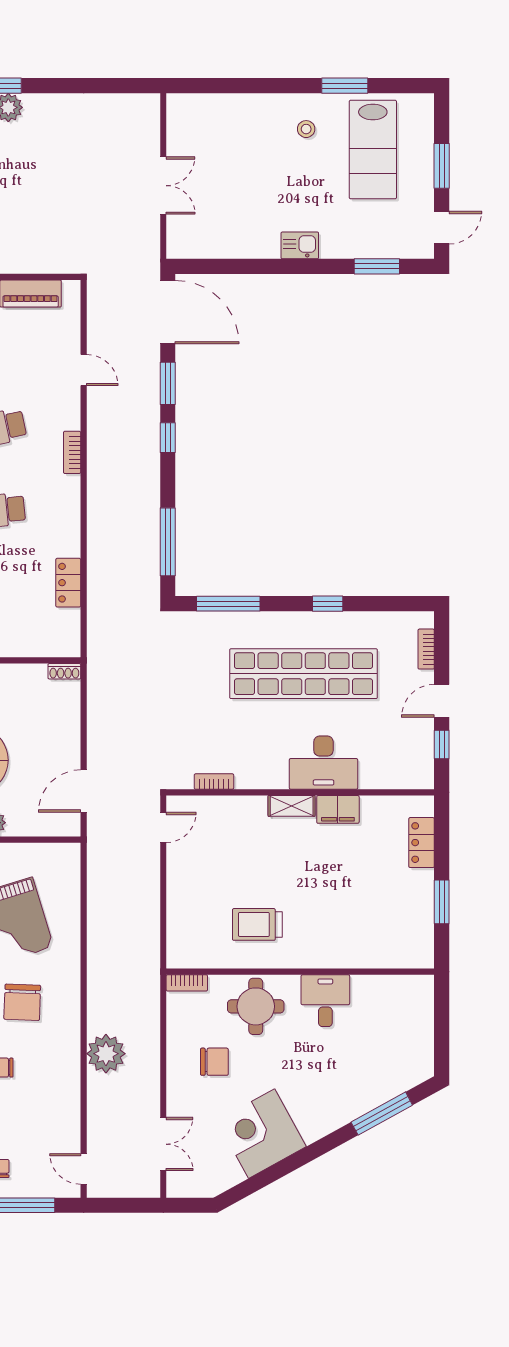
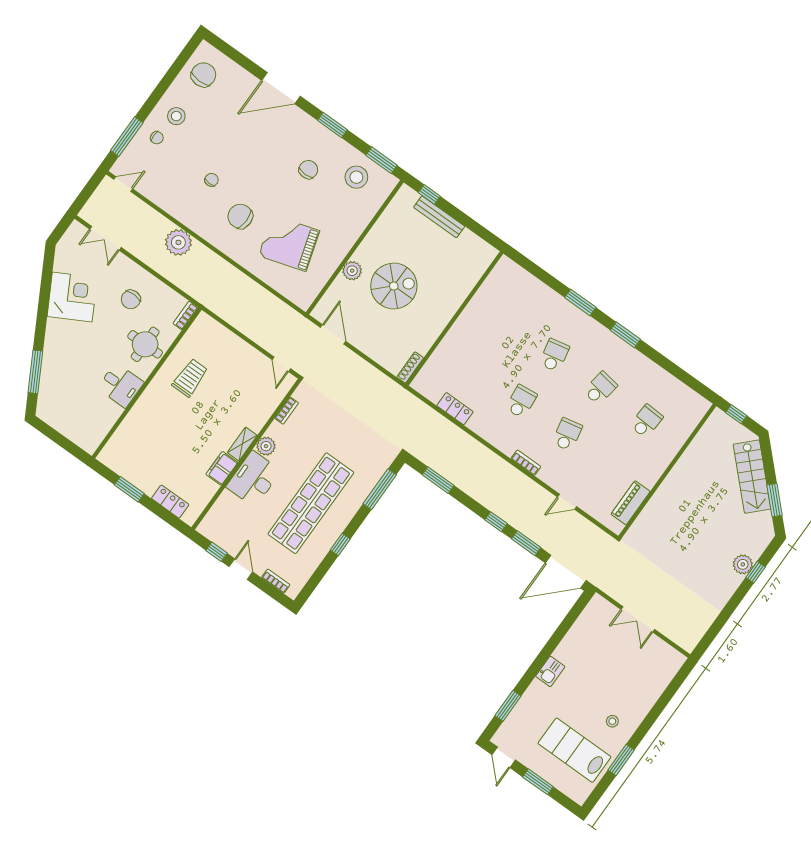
window: (168, 542) -> (438, 480), width x0.69
shoe rack: (64, 671) -> (410, 367), width x1.43
plant: (274, 776) -> (266, 446), added

